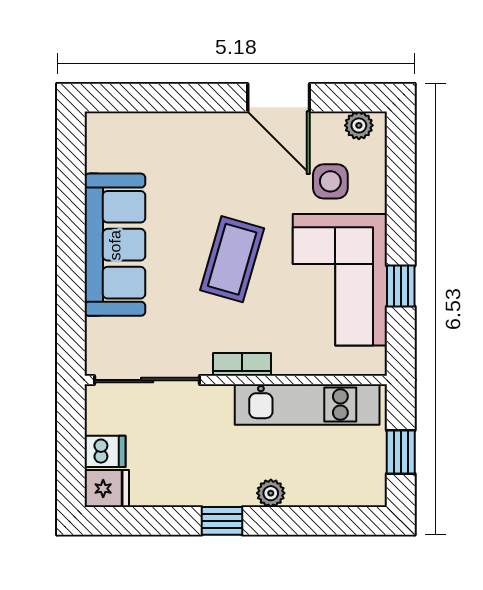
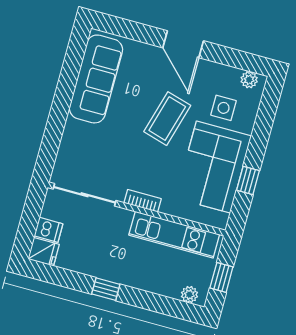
door: (279, 98) -> (183, 44), moved
sofa: (115, 245) -> (96, 79), moved
coffee table: (232, 259) -> (167, 119), moved
plant: (271, 493) -> (189, 295), moved

